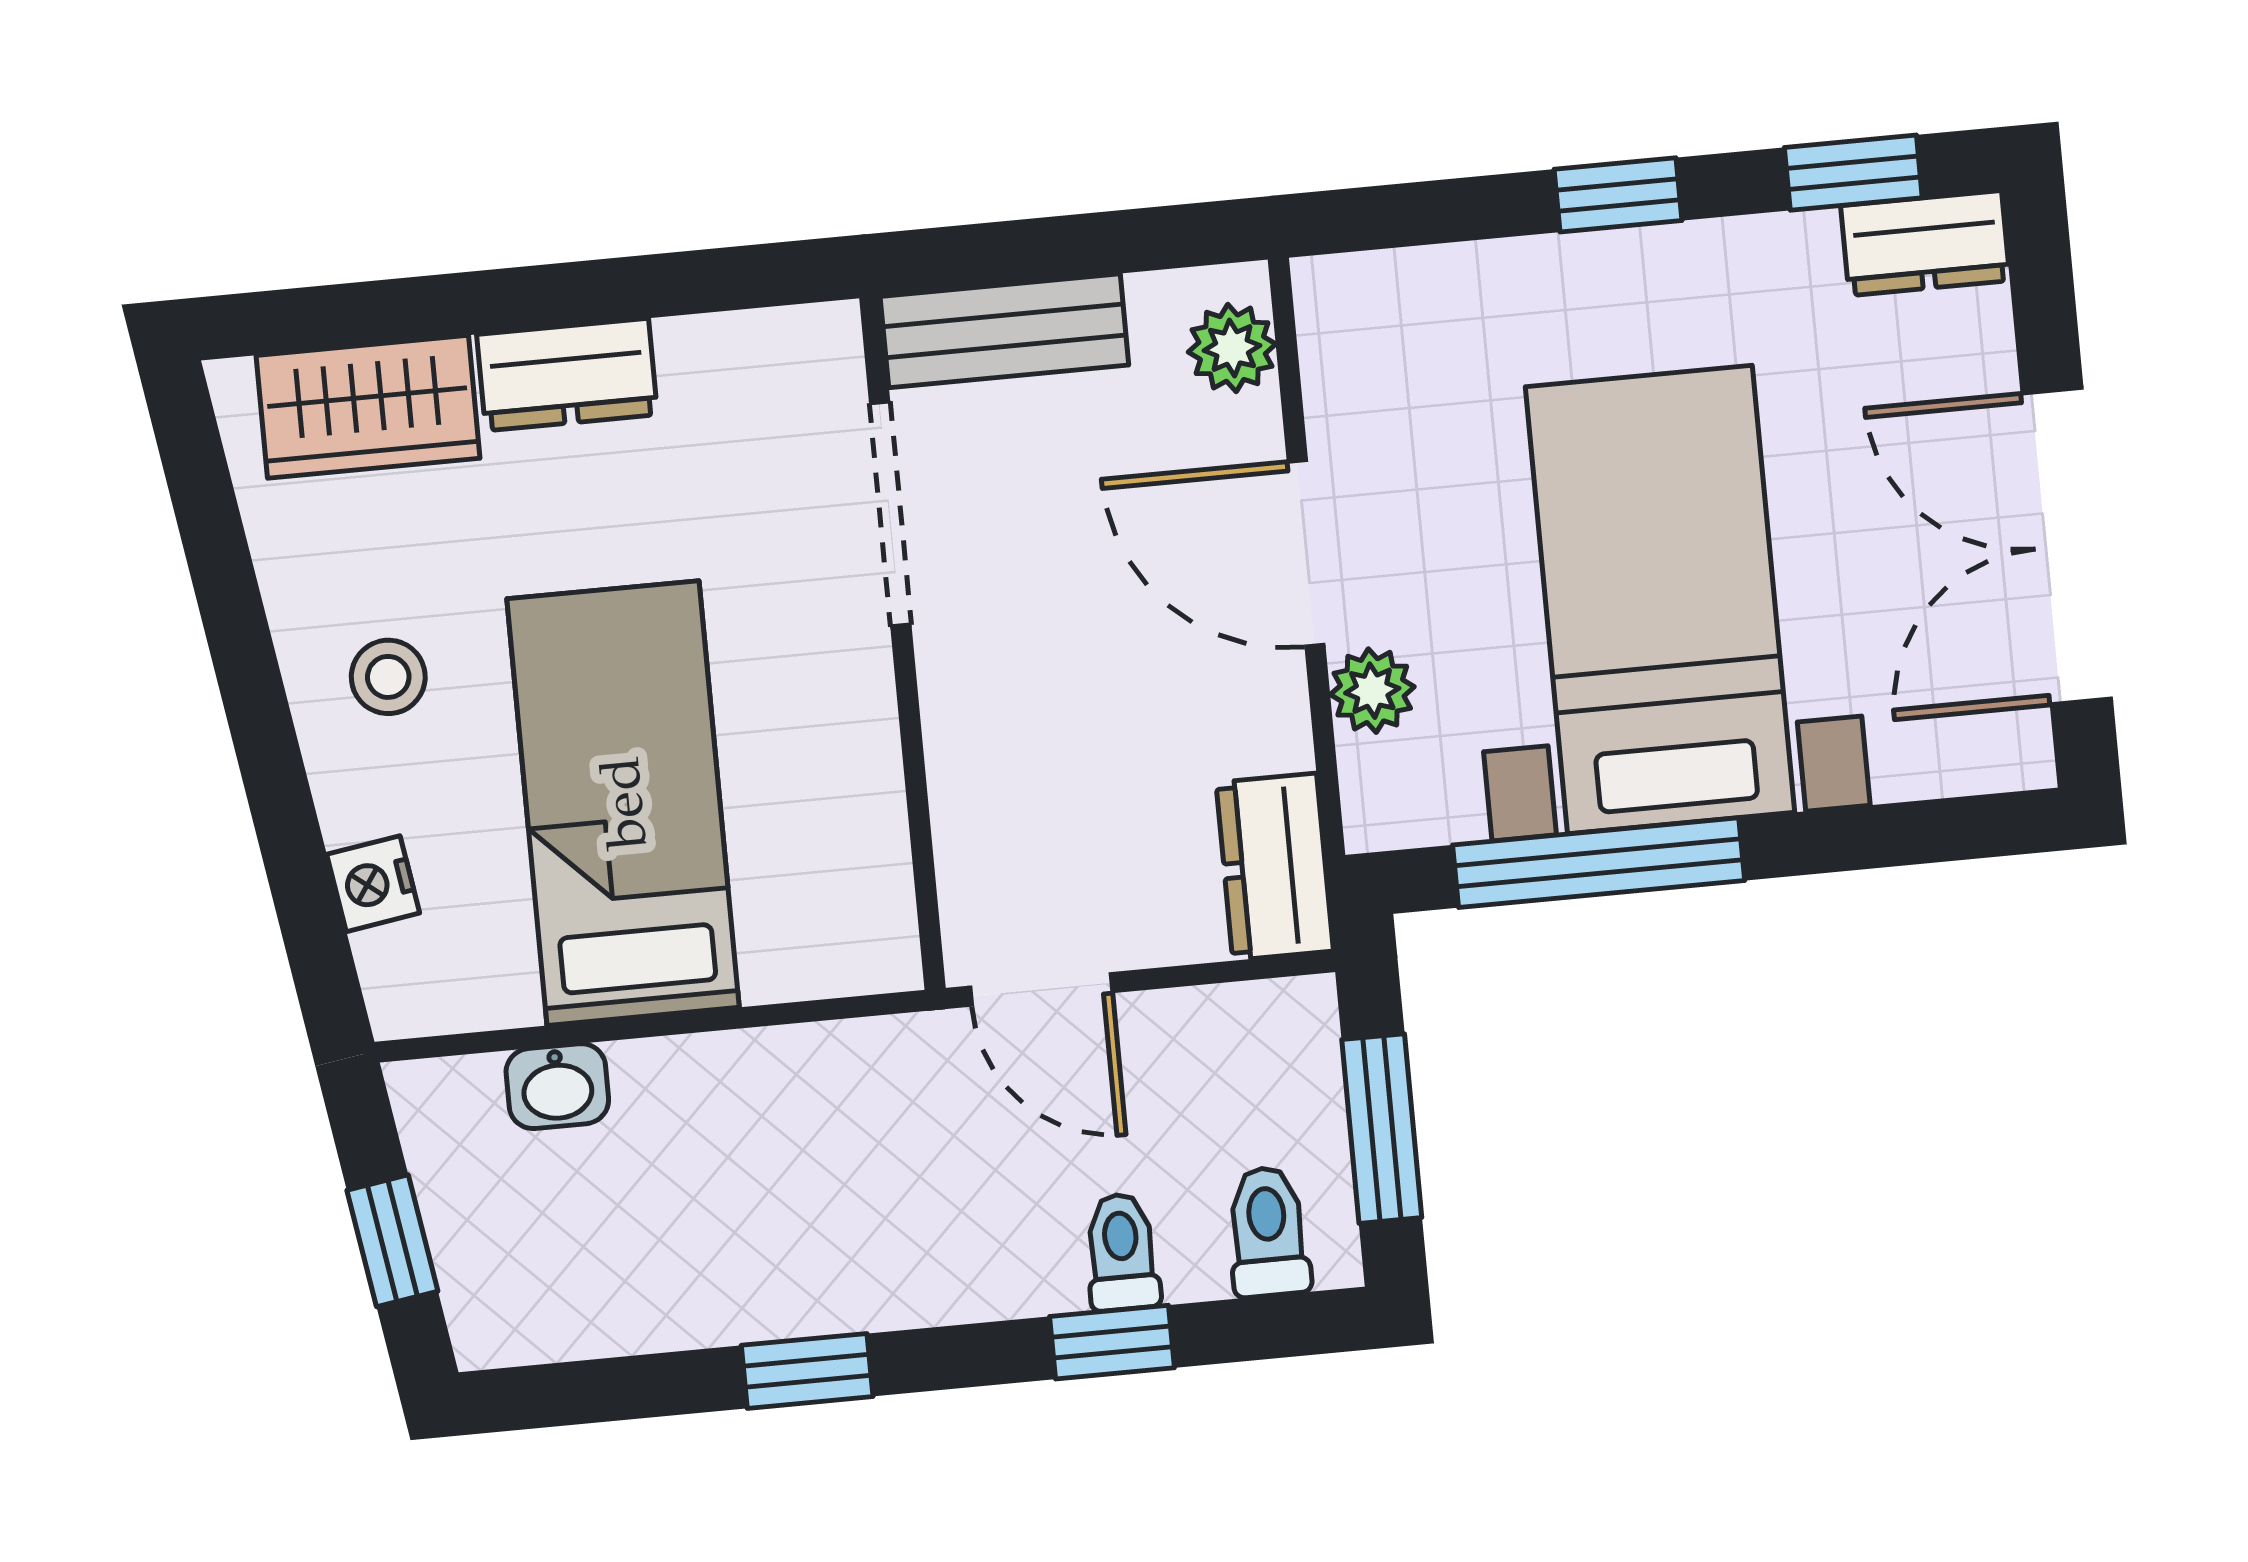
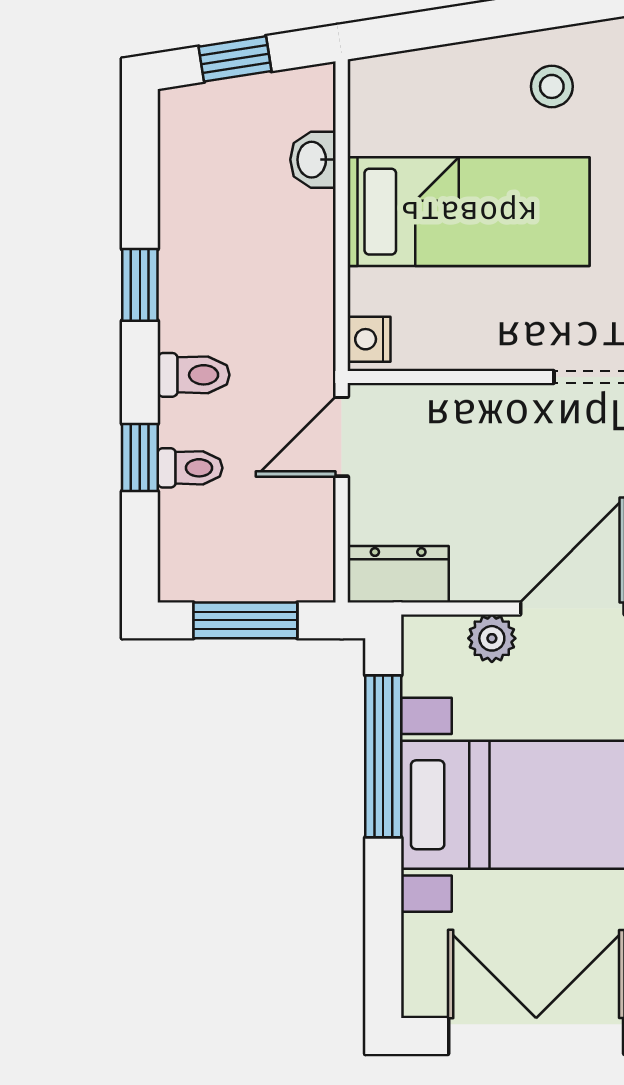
nightstand: (373, 884) -> (369, 339), moved, turned -81
toilet: (1268, 1232) -> (194, 375), moved

